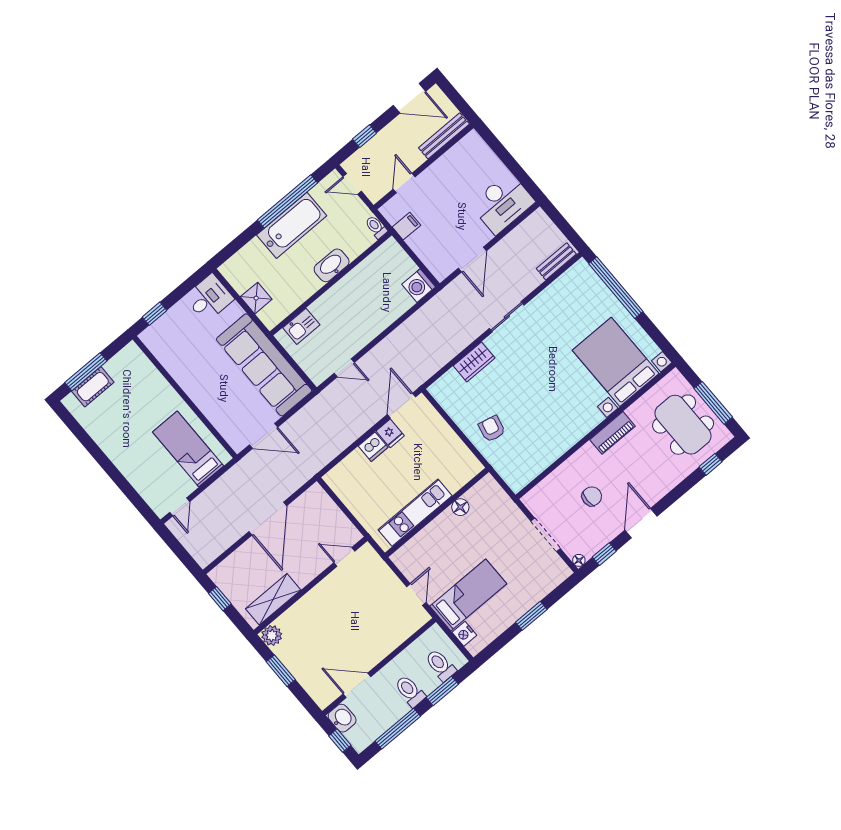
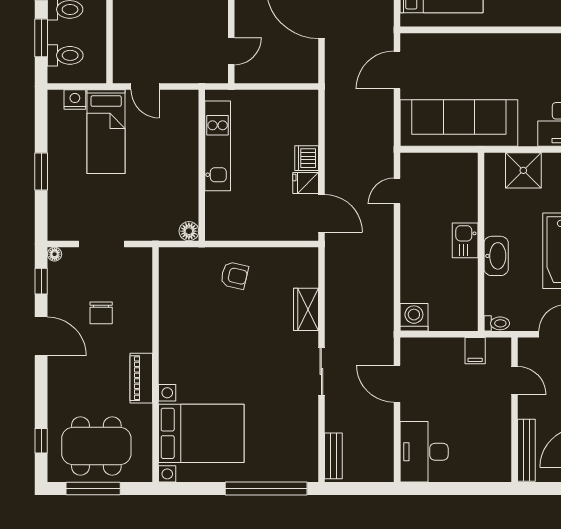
shower: (256, 298) -> (523, 170), width x1.36, depth x1.36
kitchen sink: (301, 326) -> (465, 240), moved
floor lamp: (460, 507) -> (189, 231), moved

